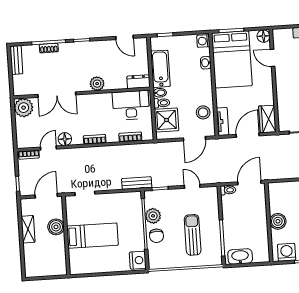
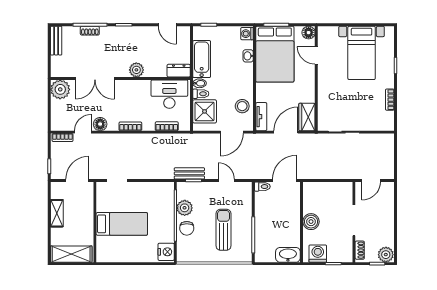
bench: (137, 183) -> (189, 173), moved
boiler: (56, 227) -> (85, 213), removed
washbasin: (240, 257) -> (288, 255), moved
shelving: (45, 268) -> (71, 254), added

